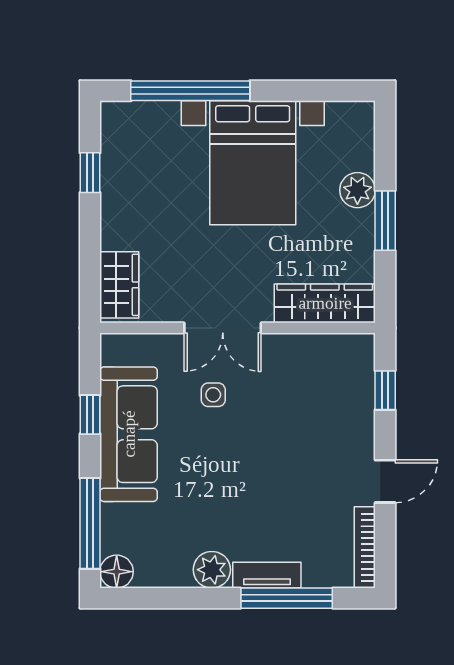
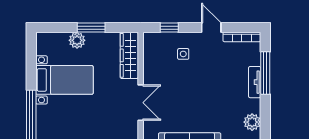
bed with nightstands: (253, 163) -> (64, 80), width x0.73
side table: (213, 395) -> (183, 54), moved
plant: (212, 570) -> (252, 122), moved

